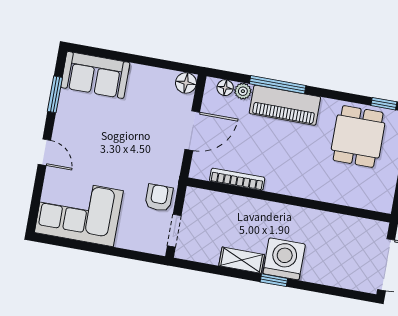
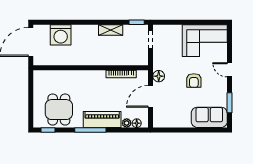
floor lamp: (186, 83) -> (159, 76), moved
window: (278, 85) -> (90, 130), moved
armchair: (159, 198) -> (194, 81), moved
washing machine: (284, 259) -> (61, 35), moved
window: (274, 280) -> (137, 22), moved

